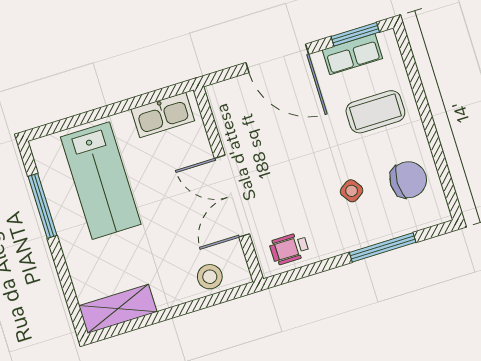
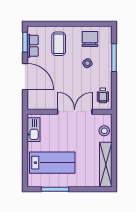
door: (277, 58) -> (25, 77), hinge flipped
double door: (232, 196) -> (75, 112), swing flipped
shelving: (118, 309) -> (106, 165), width x1.47

